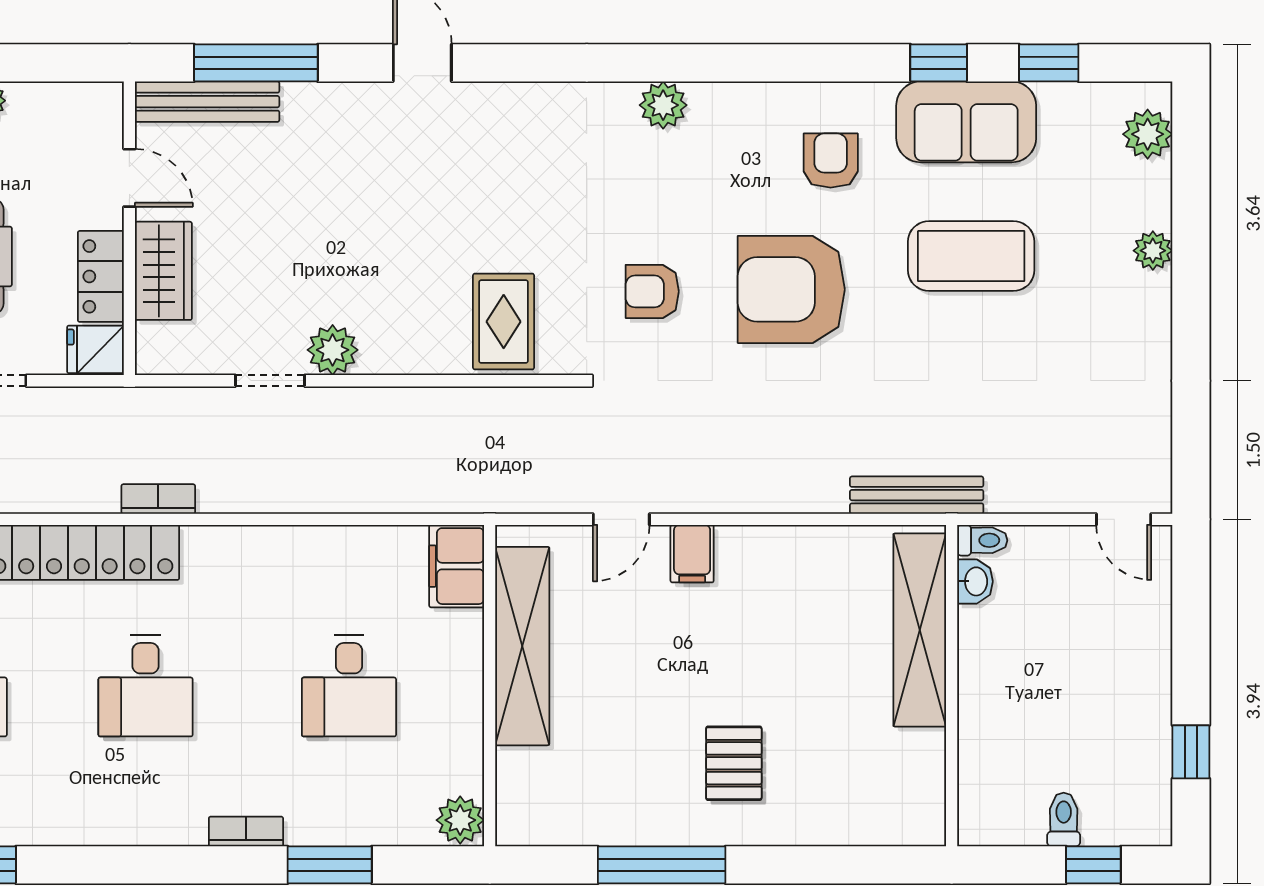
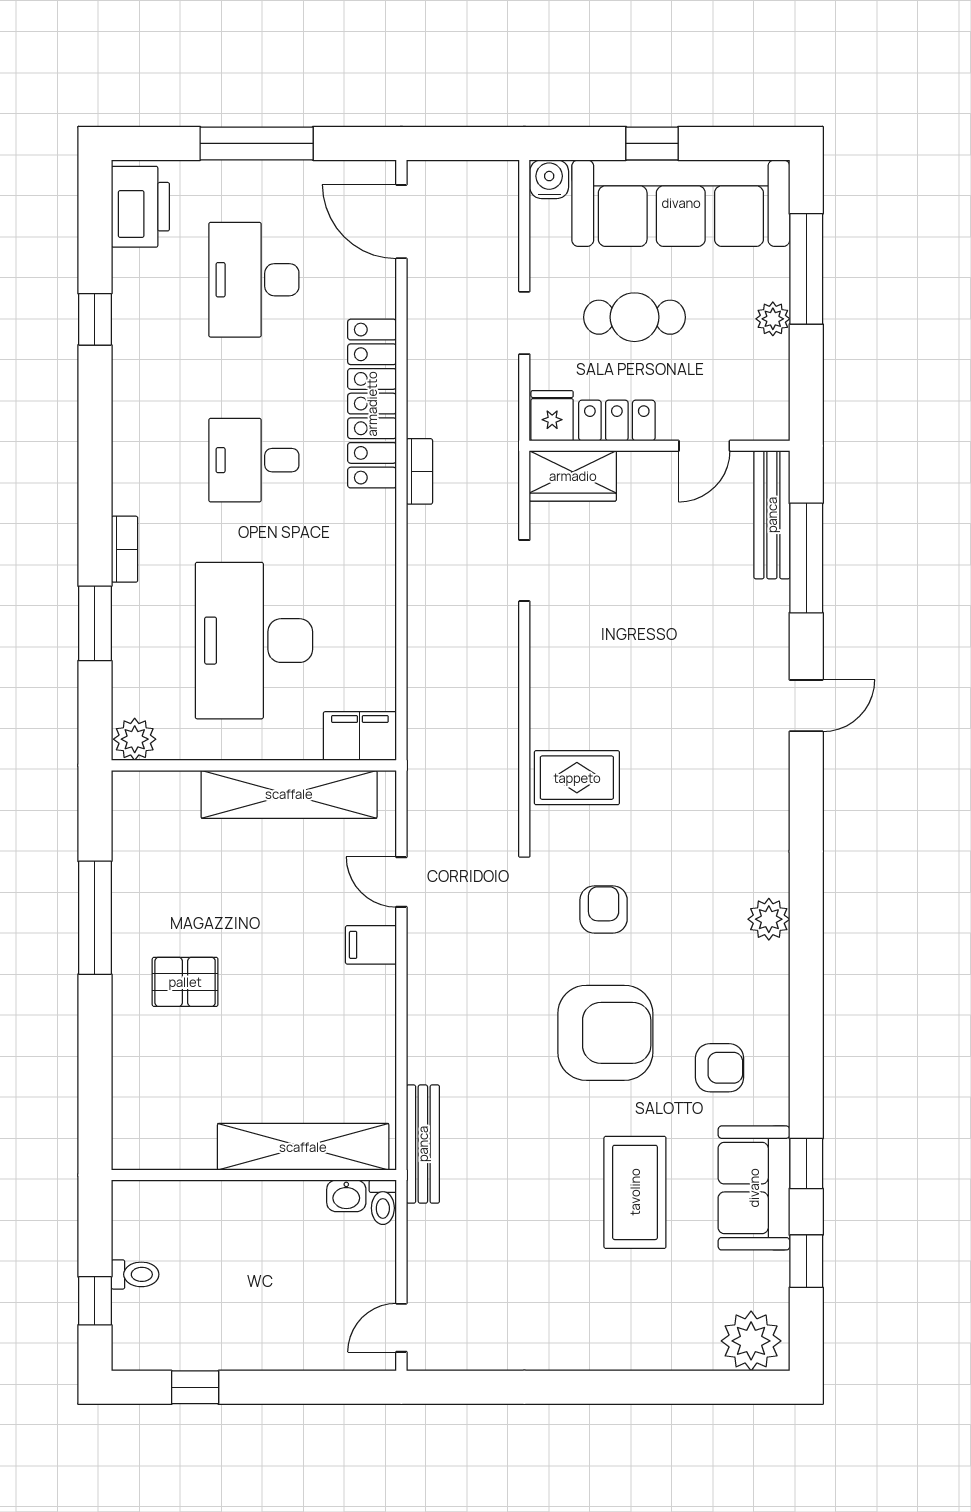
plant: (1148, 134) -> (751, 1341), width x1.36, depth x1.36
plant: (1153, 251) -> (640, 1354), removed
wardrobe: (163, 271) -> (573, 476), moved
armchair: (791, 289) -> (605, 1033), turned 90
plant: (333, 350) -> (552, 626), removed
desk: (349, 686) -> (254, 641), width x1.87, depth x1.30

